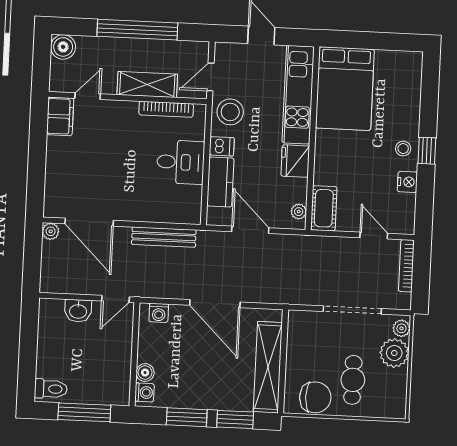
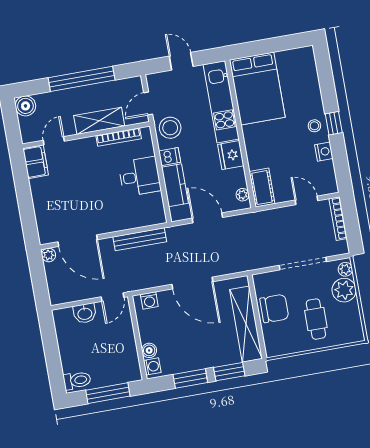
chair: (315, 397) -> (274, 308), moved

